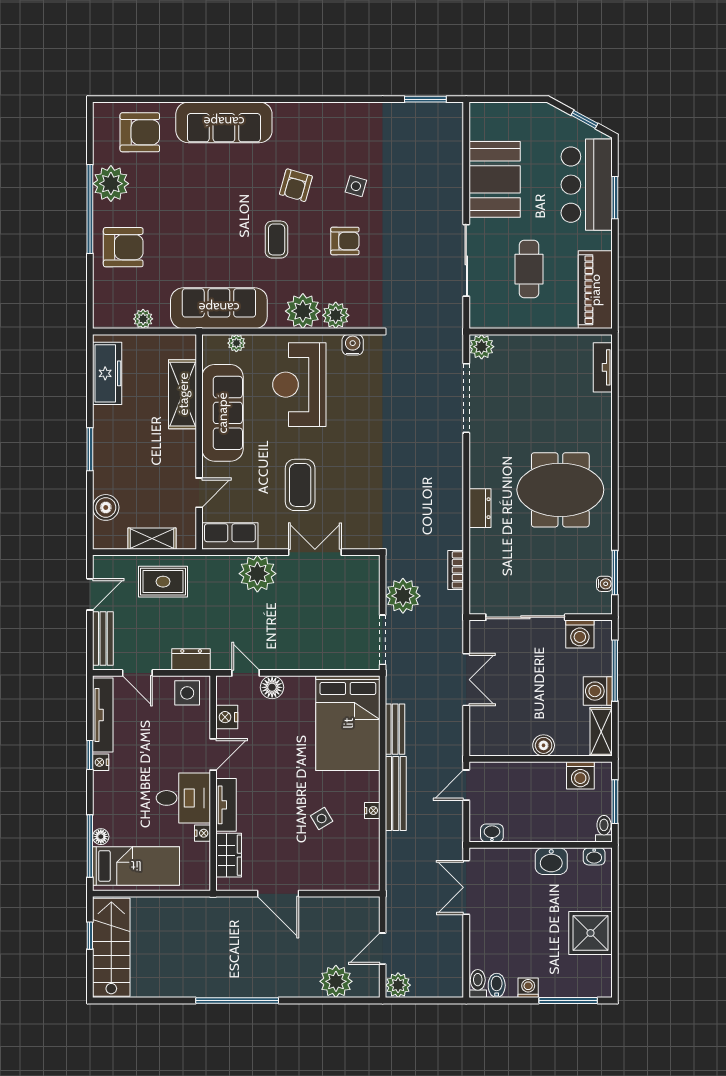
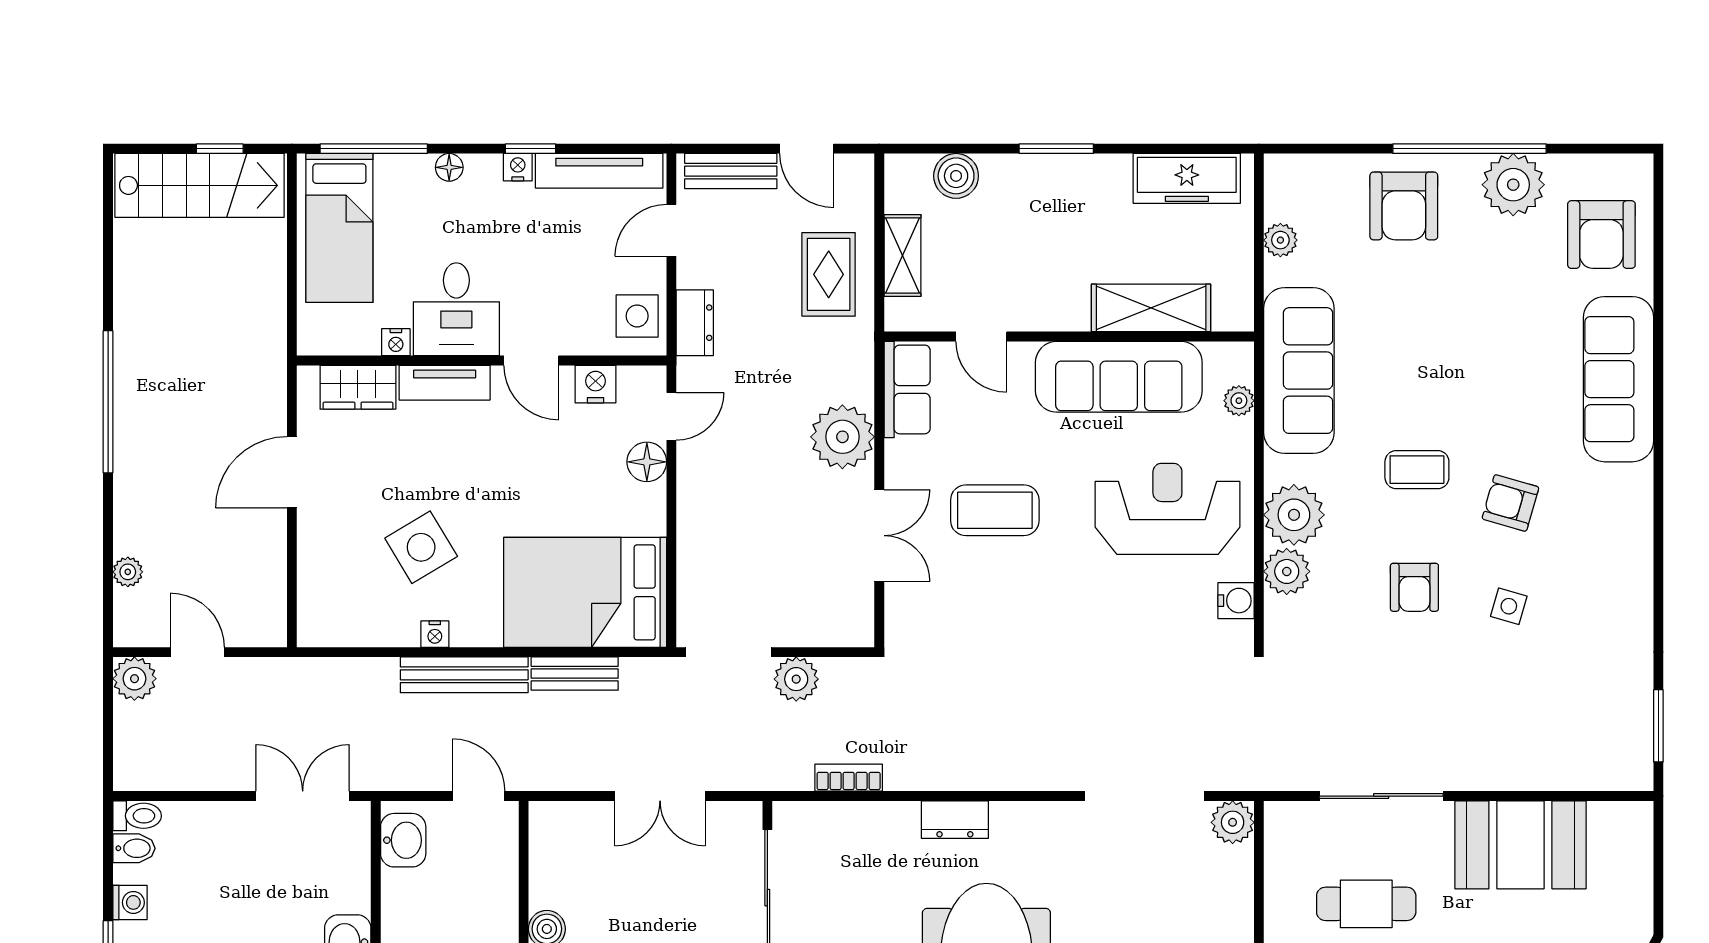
plant: (403, 596) -> (796, 679), width x0.73, depth x0.73
side table: (322, 818) -> (421, 547), width x1.87, depth x1.87
washbasin: (492, 833) -> (403, 840), width x1.38, depth x1.45
floor lamp: (101, 837) -> (449, 167), moved
plant: (336, 981) -> (128, 572), width x0.53, depth x0.53

